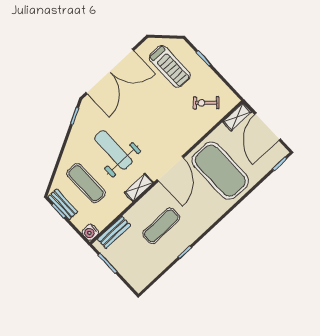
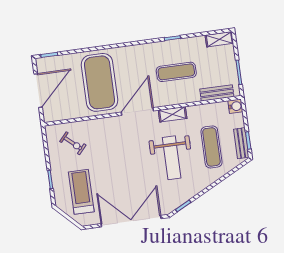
shelving: (237, 117) -> (219, 39), moved

